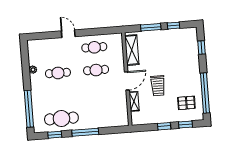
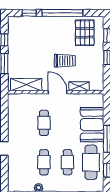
cafe table: (94, 47) -> (67, 162), moved
window: (205, 93) -> (62, 13), moved
pallet: (186, 103) -> (85, 33), width x1.50, depth x1.42
booth: (98, 117) -> (92, 125), added

